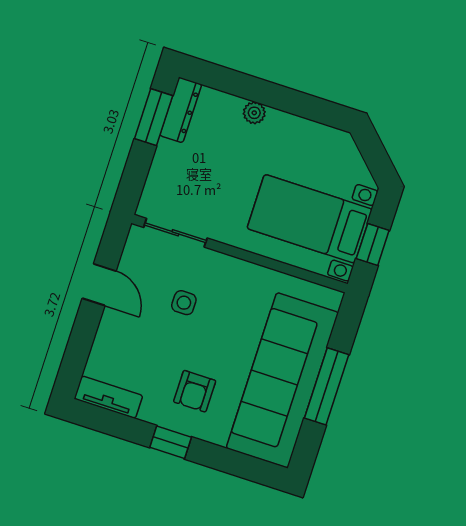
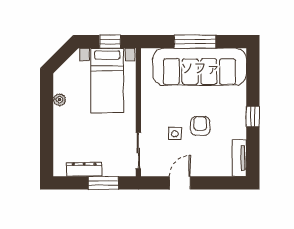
dresser: (181, 110) -> (84, 169), moved
plant: (254, 113) -> (60, 100), moved
window: (154, 117) -> (103, 183), moved
armchair: (195, 391) -> (200, 126), moved, turned -90

